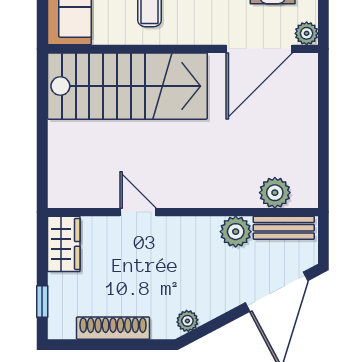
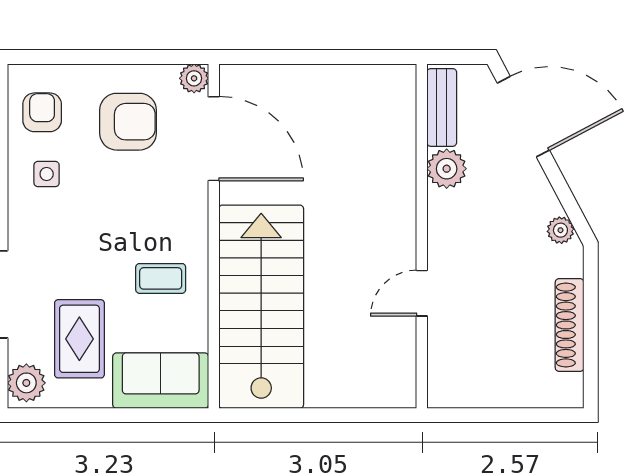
plant: (275, 193) -> (397, 119), removed
wardrobe: (64, 244) -> (462, 388), removed
window: (42, 301) -> (536, 415), removed

